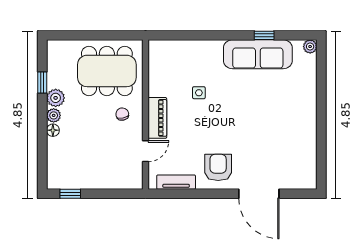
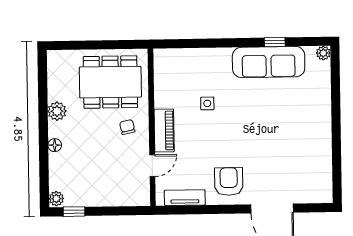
window: (42, 82) -> (43, 95), removed
plant: (54, 115) -> (56, 199), moved

